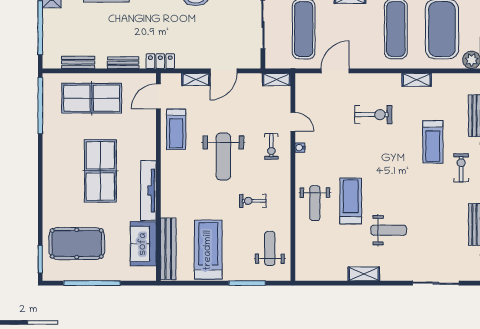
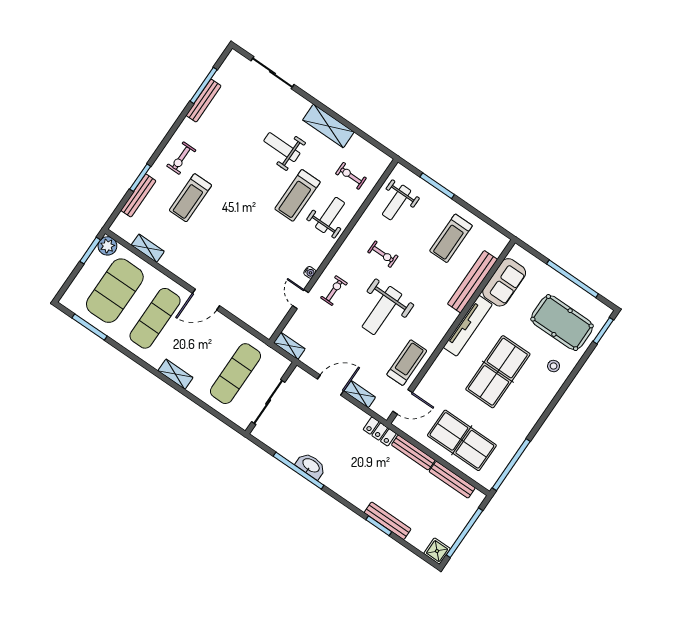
bench: (78, 62) -> (452, 480), width x1.36
bench: (123, 63) -> (413, 452), width x1.36
door: (335, 71) -> (206, 300), moved
shelving: (417, 80) -> (148, 248), moved
exercise bike: (373, 115) -> (351, 176), moved, width x0.73, depth x0.72
treadmill: (433, 142) -> (190, 198), turned 180
weight bench: (223, 157) -> (382, 310), turned 180
stool: (60, 205) -> (554, 366), added
bench: (168, 249) -> (472, 282), moved
treadmill: (208, 250) -> (451, 238), width x0.73, depth x0.73
shelving: (364, 274) -> (328, 126), width x1.50, depth x1.33

